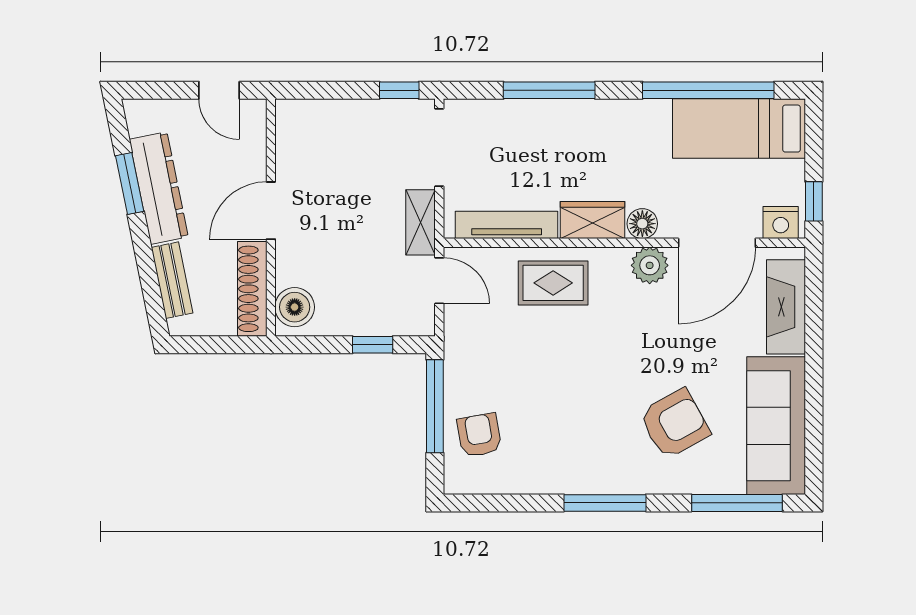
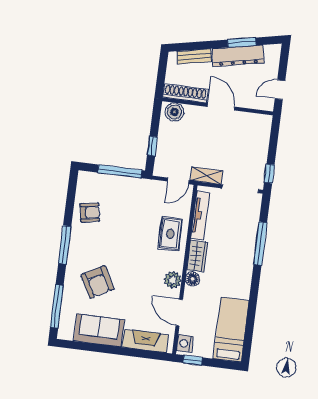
window: (708, 90) -> (251, 318), removed
door: (717, 243) -> (179, 313), width x0.73
sofa: (776, 426) -> (99, 330), width x0.73
armchair: (479, 435) -> (90, 212), moved

